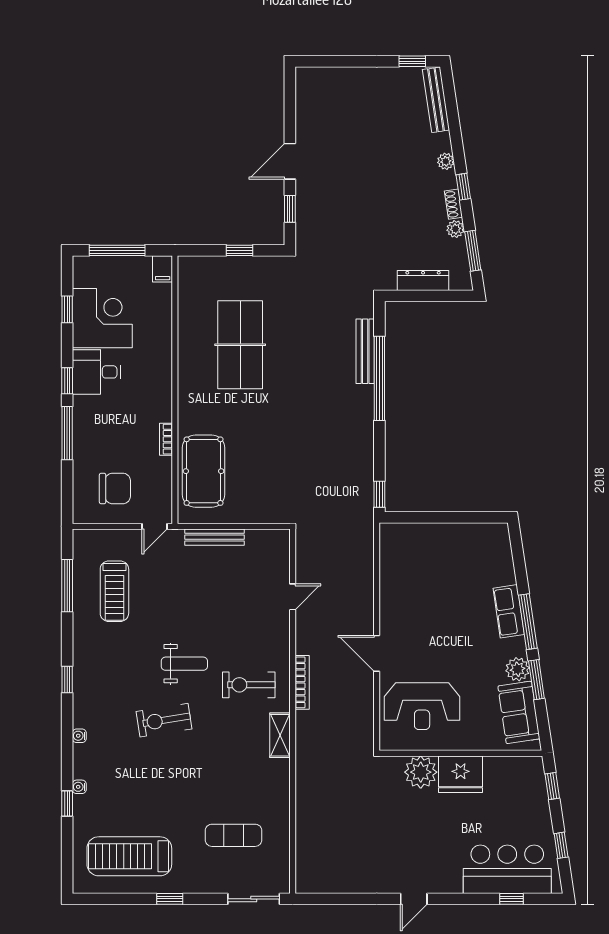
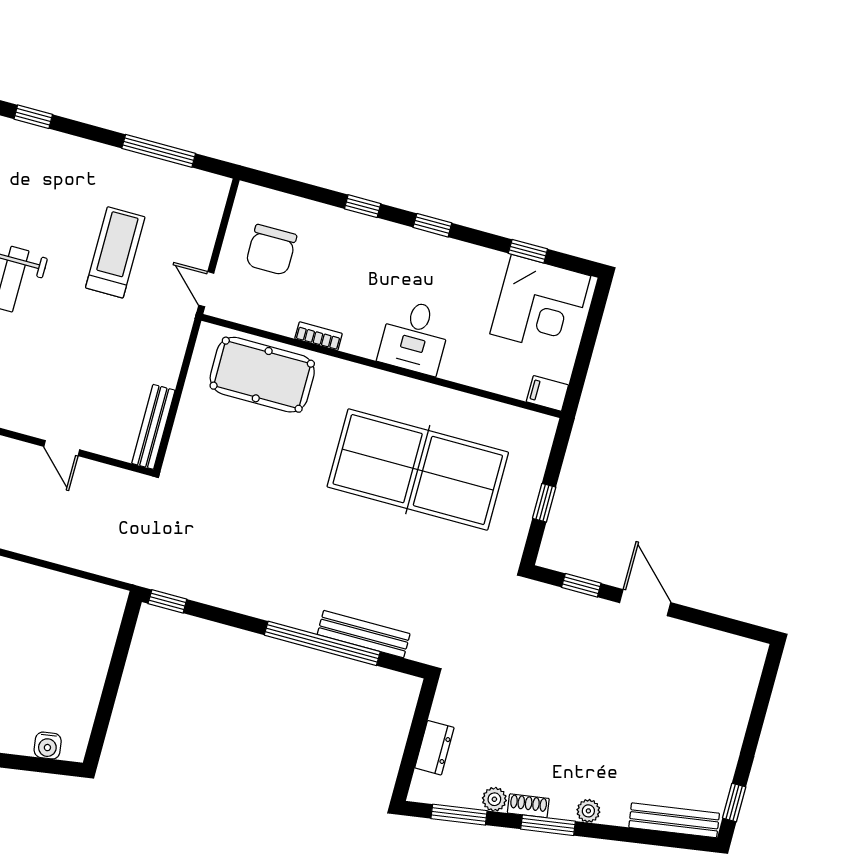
window: (463, 187) -> (548, 825), width x1.50
window: (117, 250) -> (589, 339), removed
dresser: (423, 280) -> (434, 748), width x0.70
corner desk: (102, 318) -> (540, 305), moved
table tennis table: (240, 345) -> (418, 470), width x1.36, depth x1.32
desk: (97, 372) -> (415, 337), moved, turned 180
window: (67, 433) -> (363, 206), width x0.46
bench: (214, 537) -> (153, 427), moved
water cooler: (503, 550) -> (48, 746), added
treadmill: (114, 591) -> (115, 252), moved, turned 90

